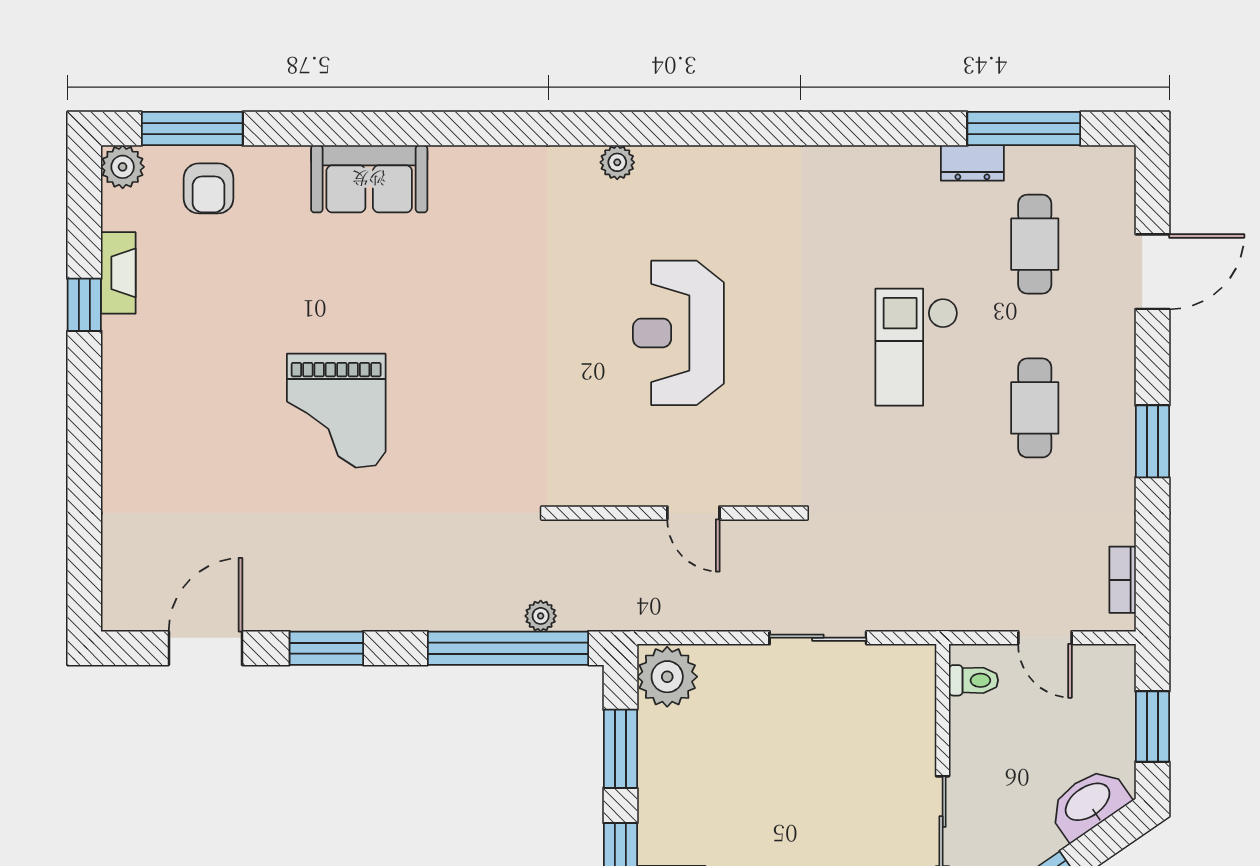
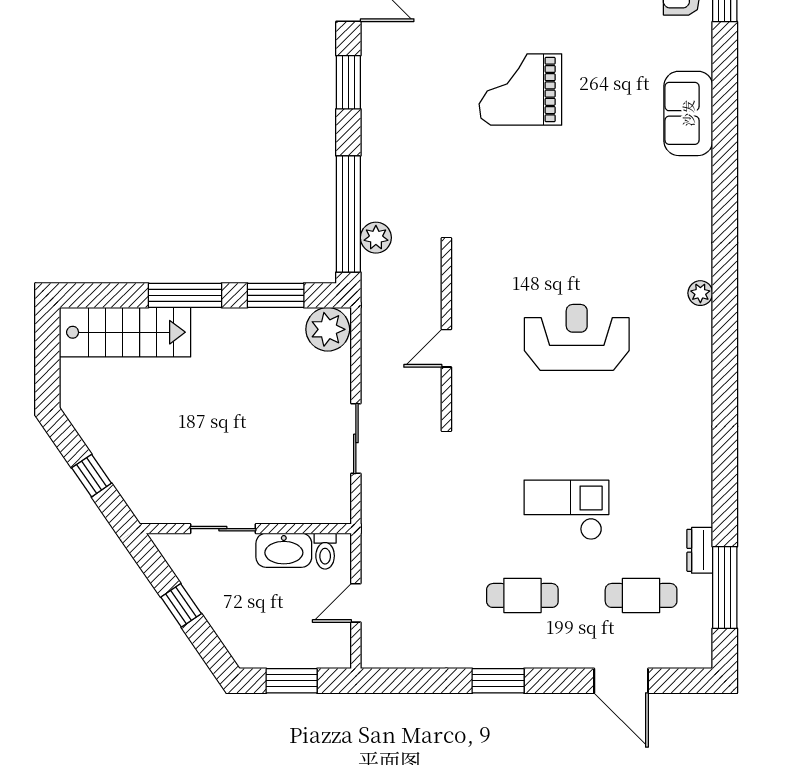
bookcase: (1123, 580) -> (398, 659), removed
plant: (541, 616) -> (376, 238), width x1.38, depth x1.38
washbasin: (1088, 803) -> (284, 550), moved, turned 125

